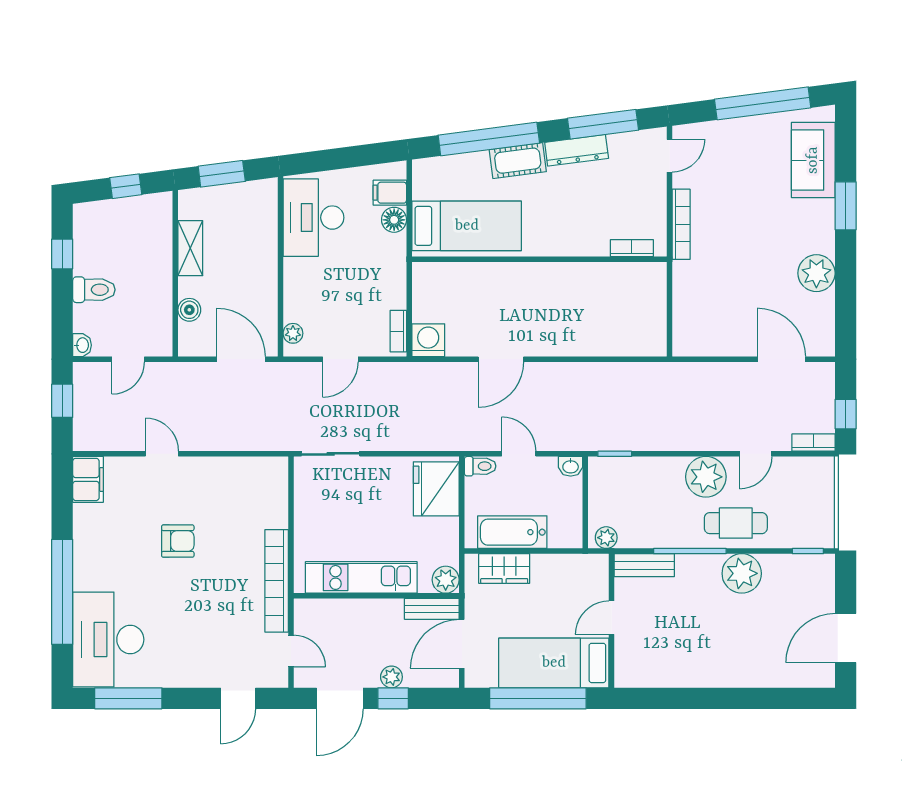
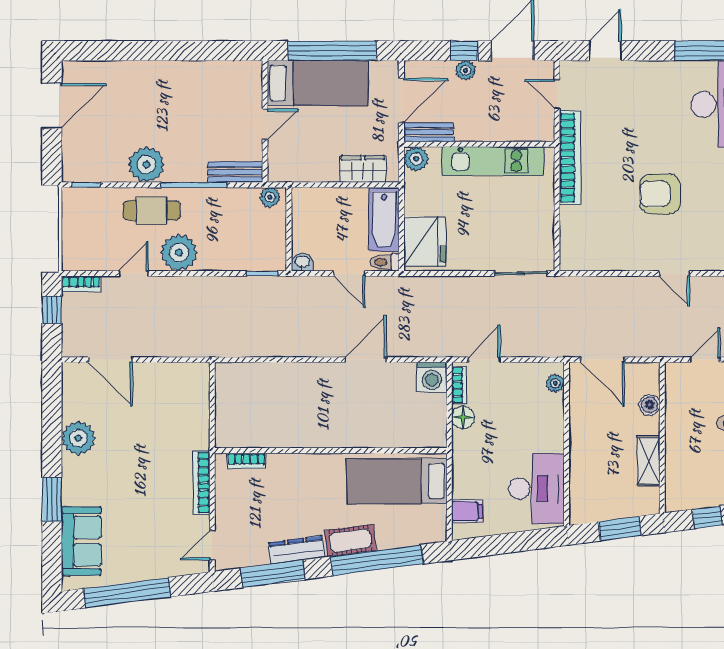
floor lamp: (394, 220) -> (463, 417), moved
door: (340, 359) -> (484, 360), moved
bathtub: (512, 532) -> (384, 220), moved, turned 90
armchair: (178, 541) -> (660, 194), width x1.38, depth x1.38

